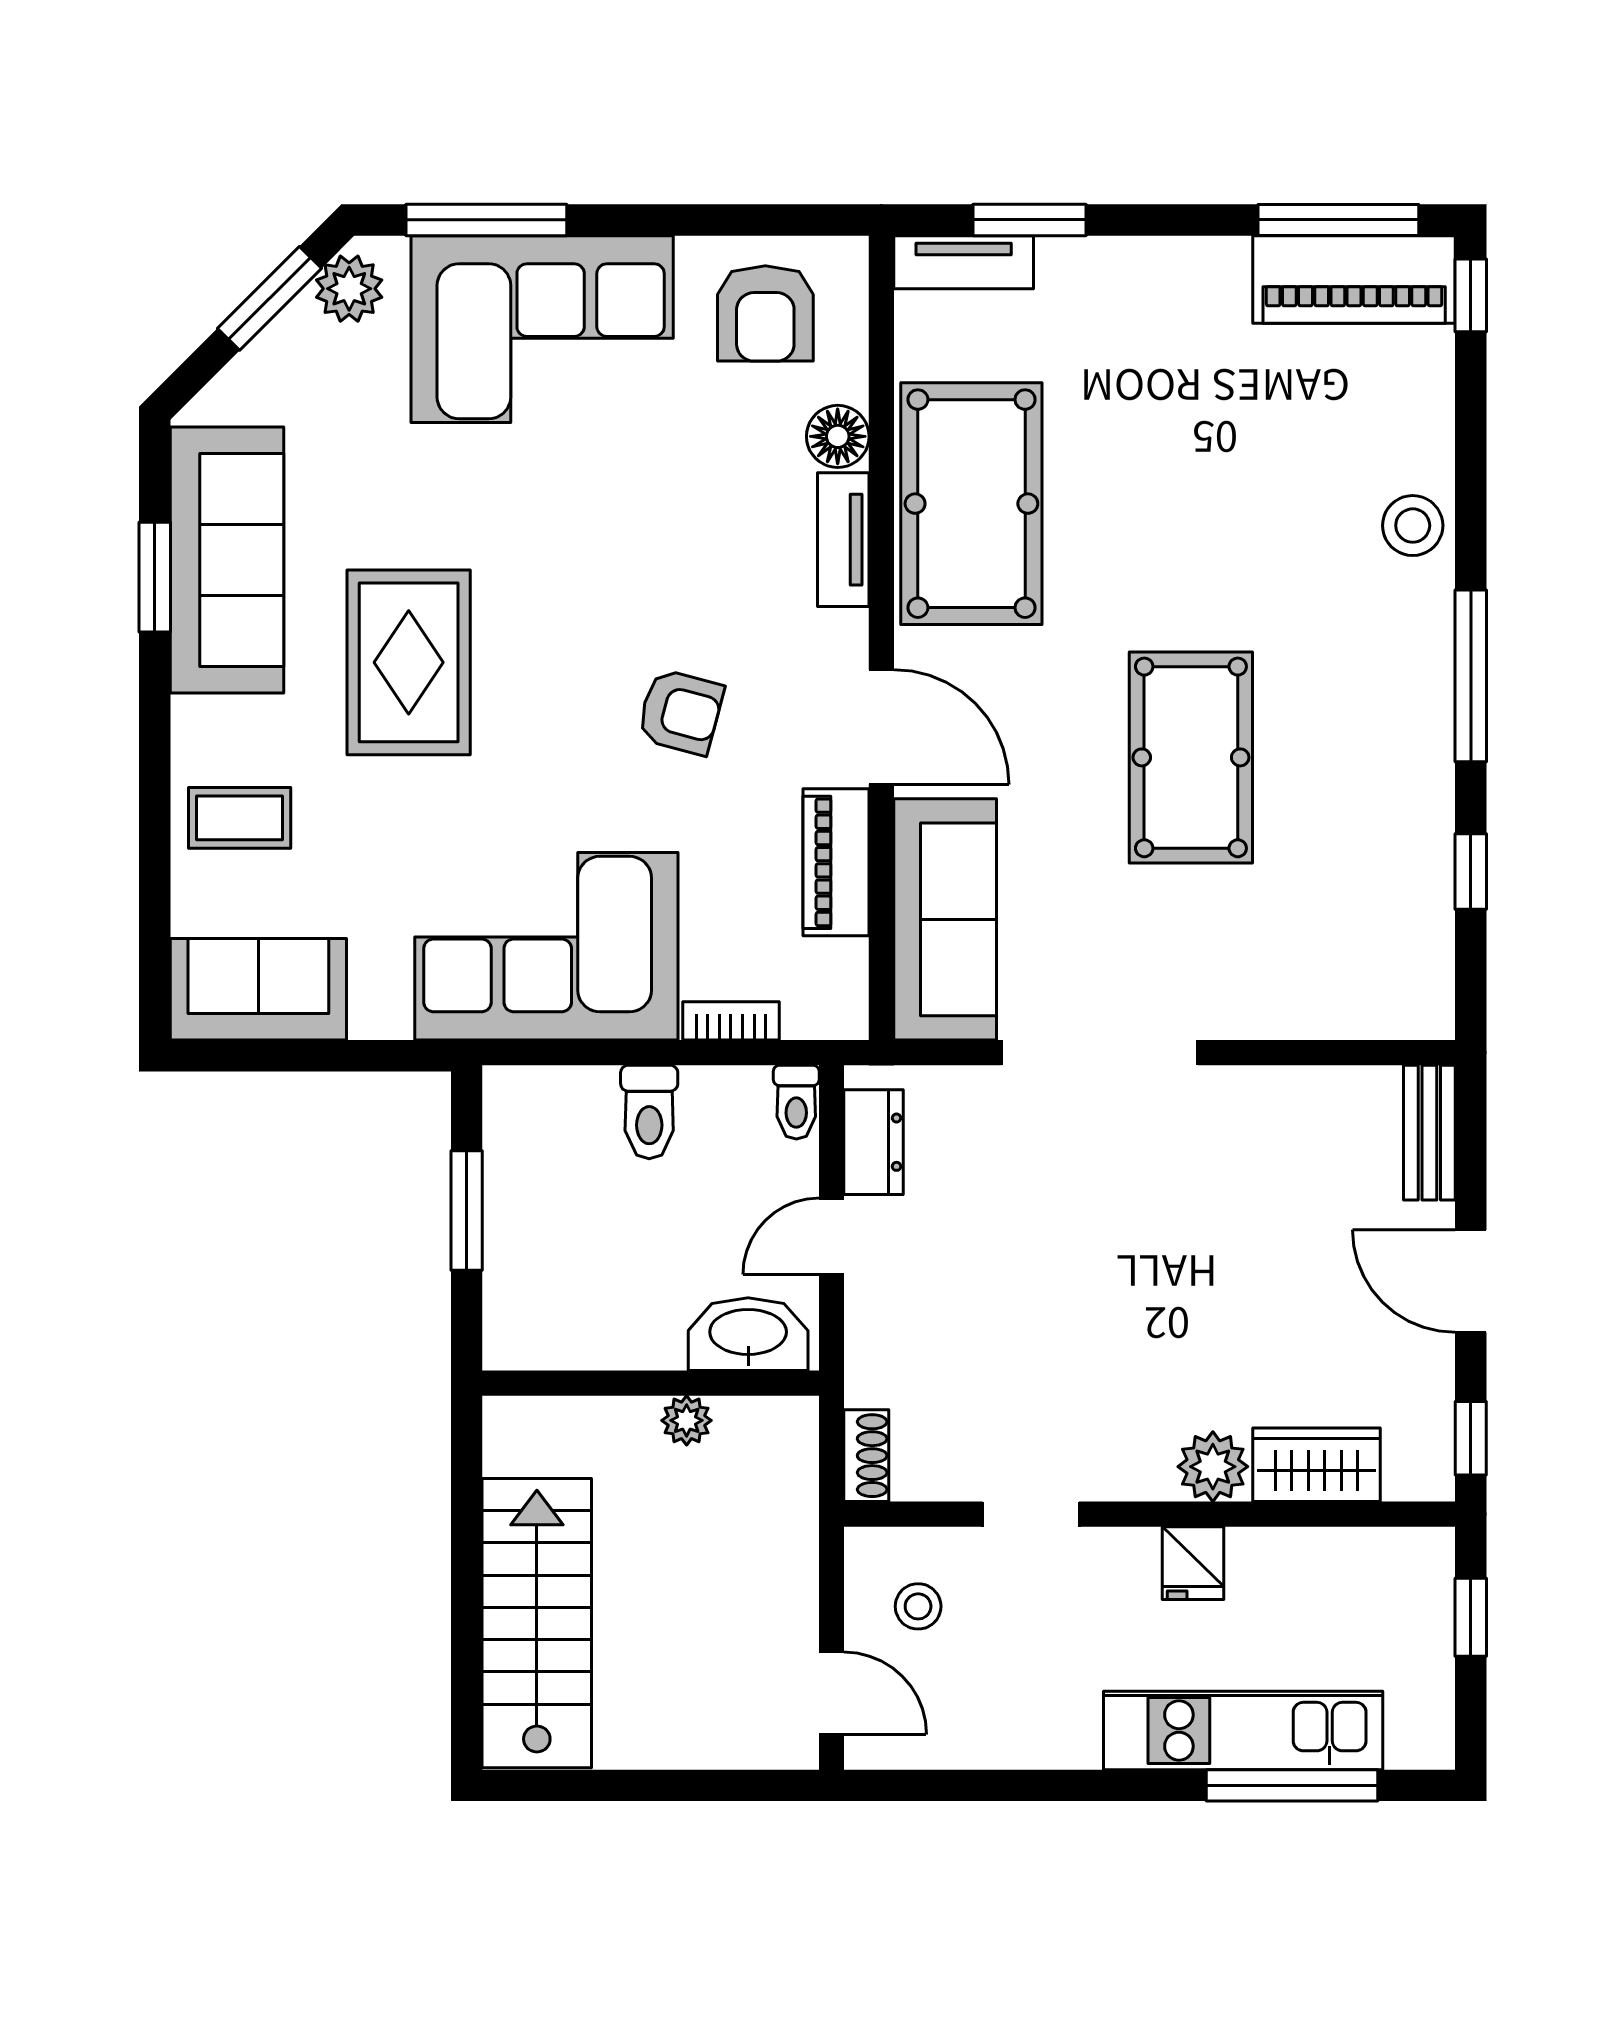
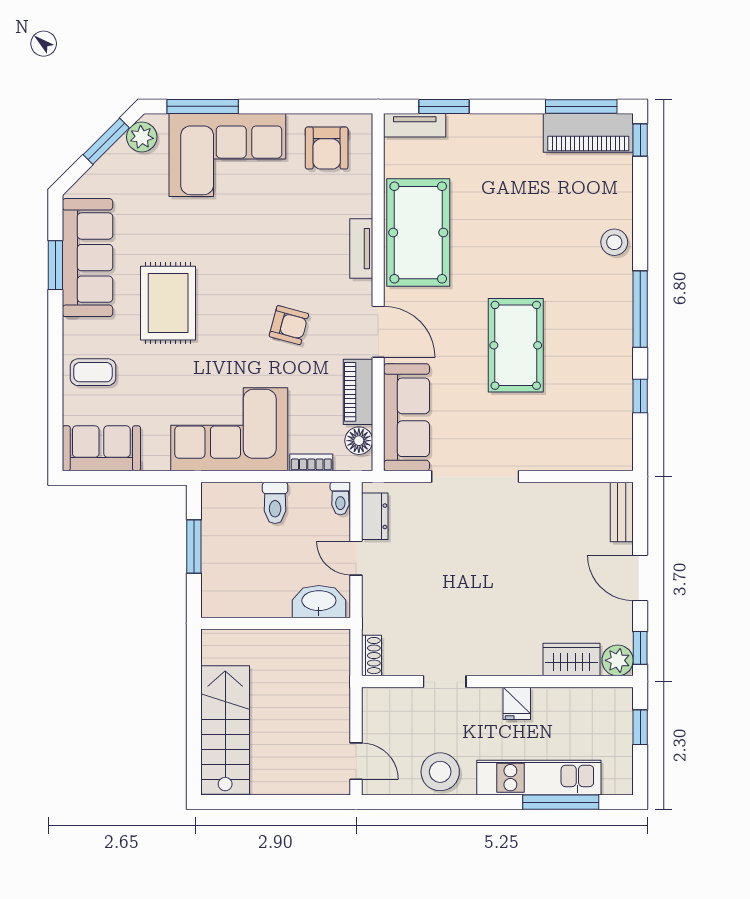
floor lamp: (838, 436) -> (359, 441), moved
door: (832, 1236) -> (356, 558), hinge flipped
plant: (687, 1420) -> (292, 640), removed
plant: (1213, 1467) -> (618, 660), moved
stool: (918, 1606) -> (440, 772), moved, width x1.89, depth x1.89

